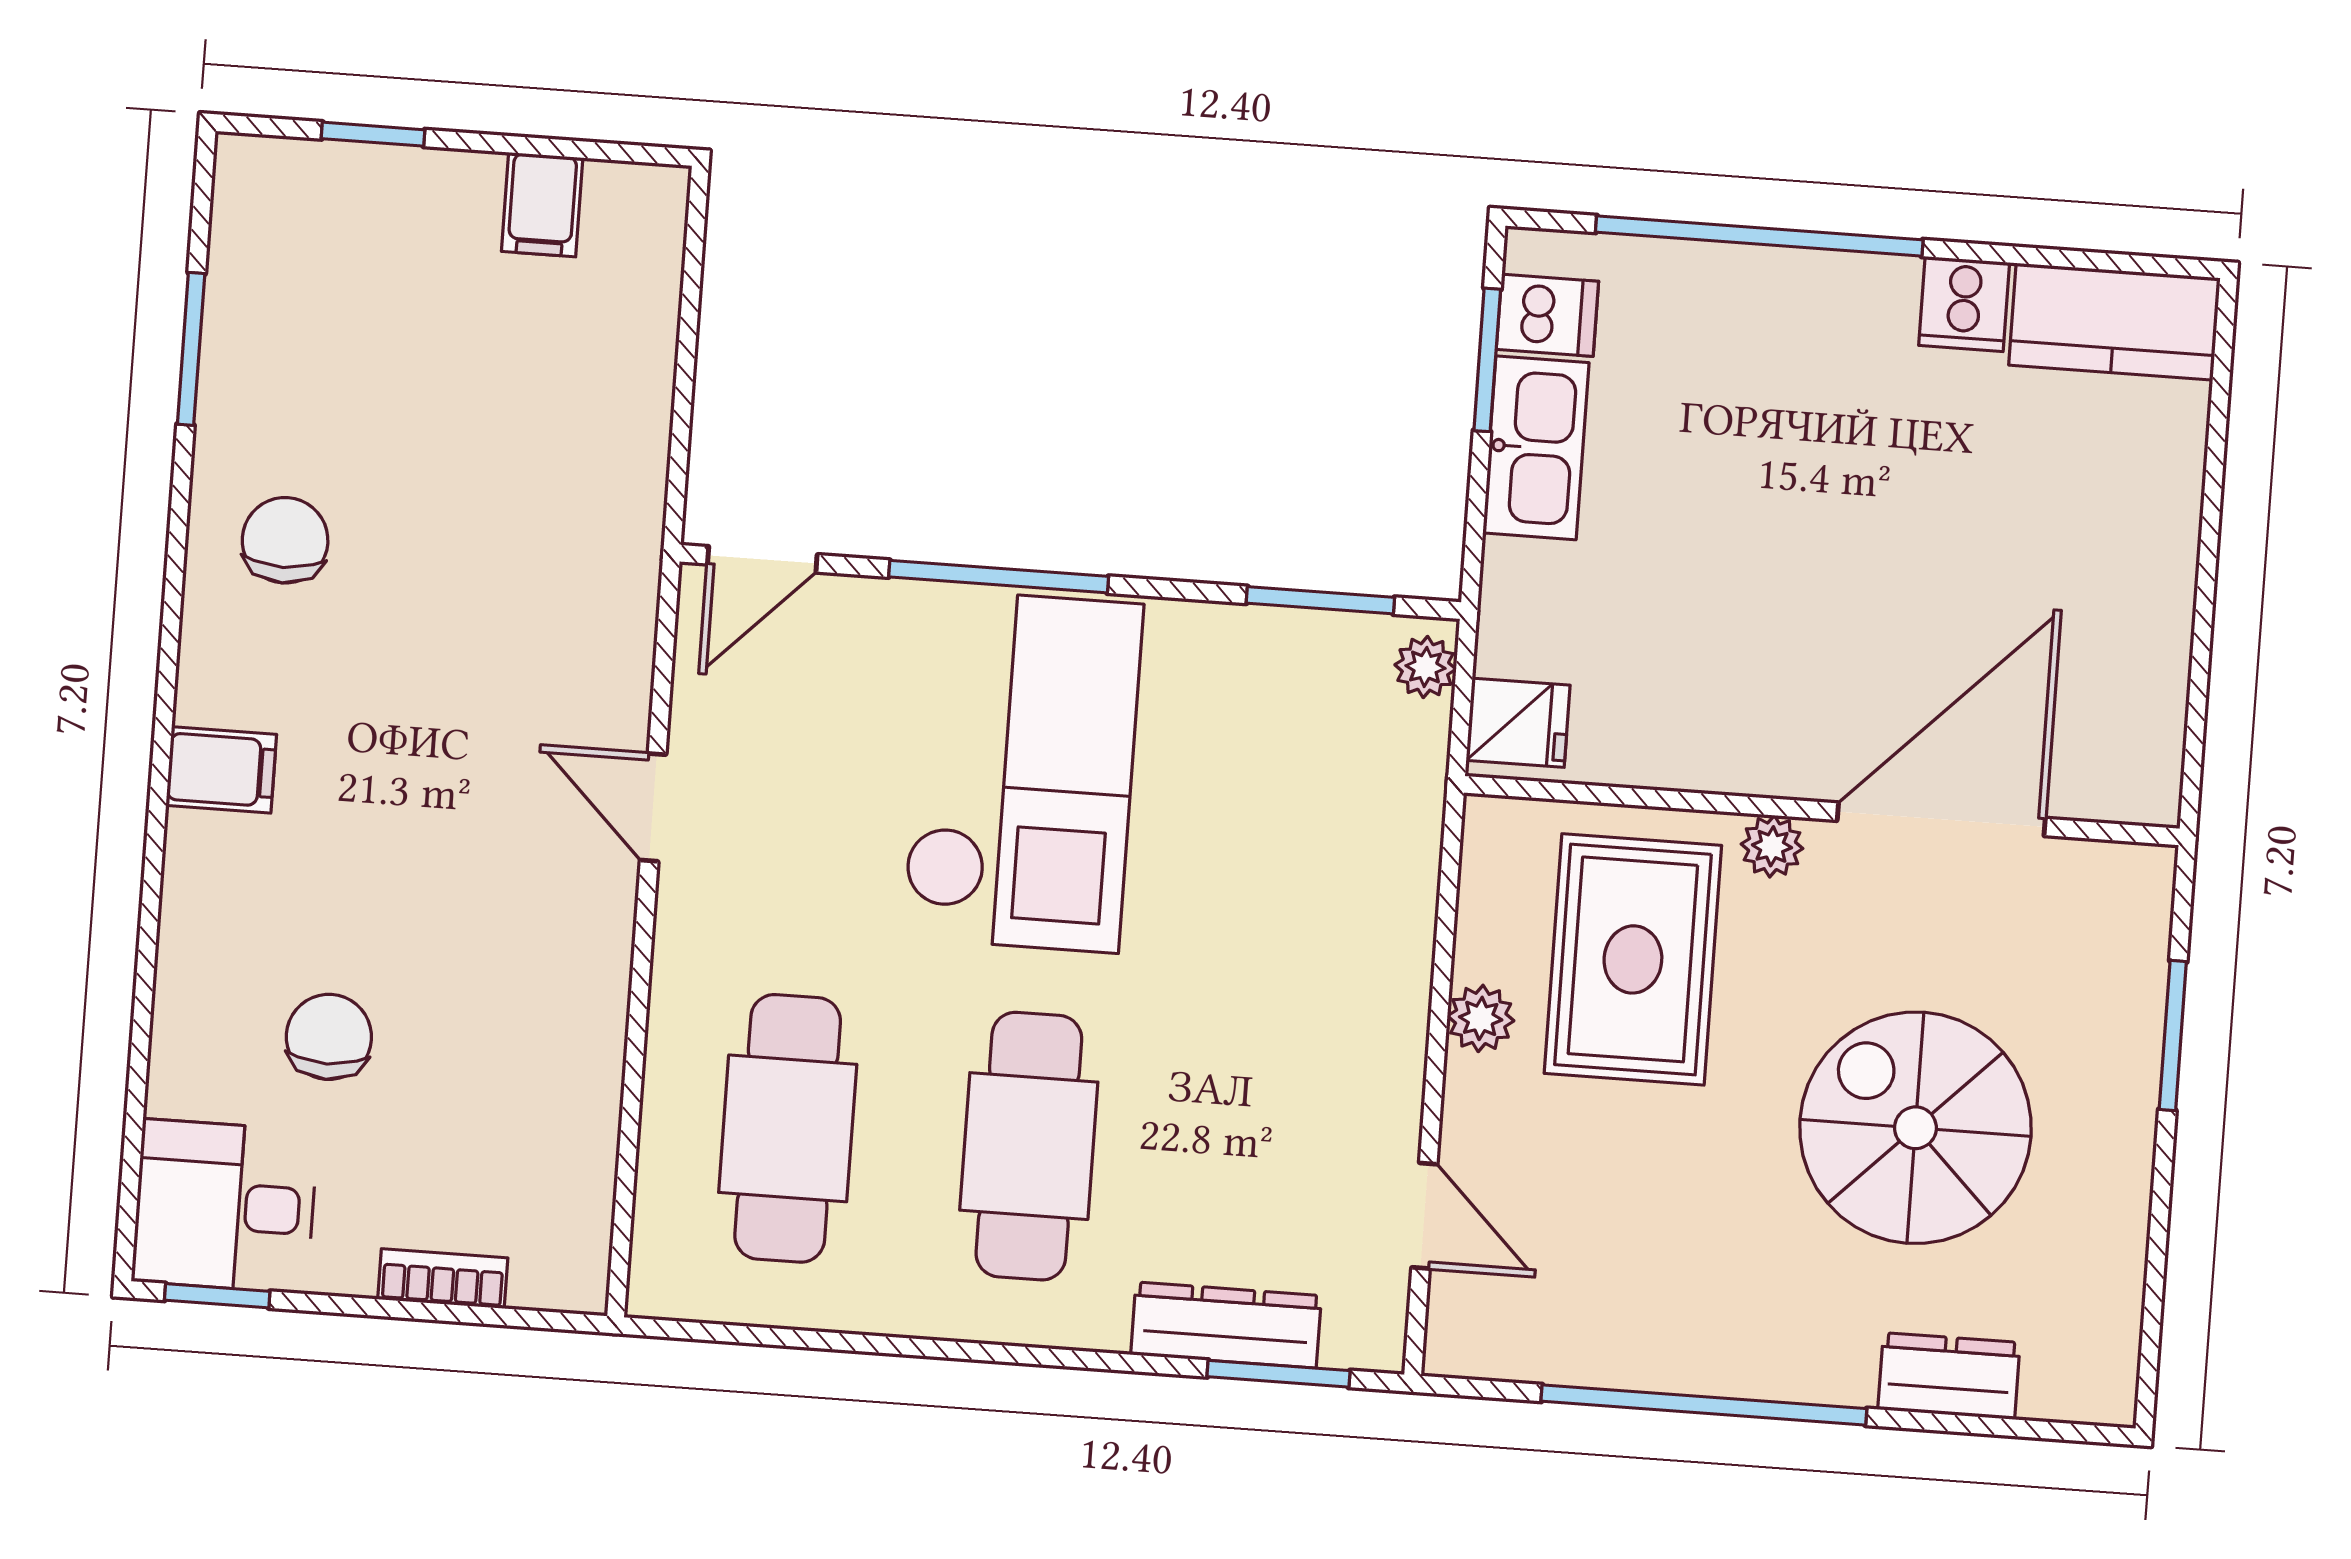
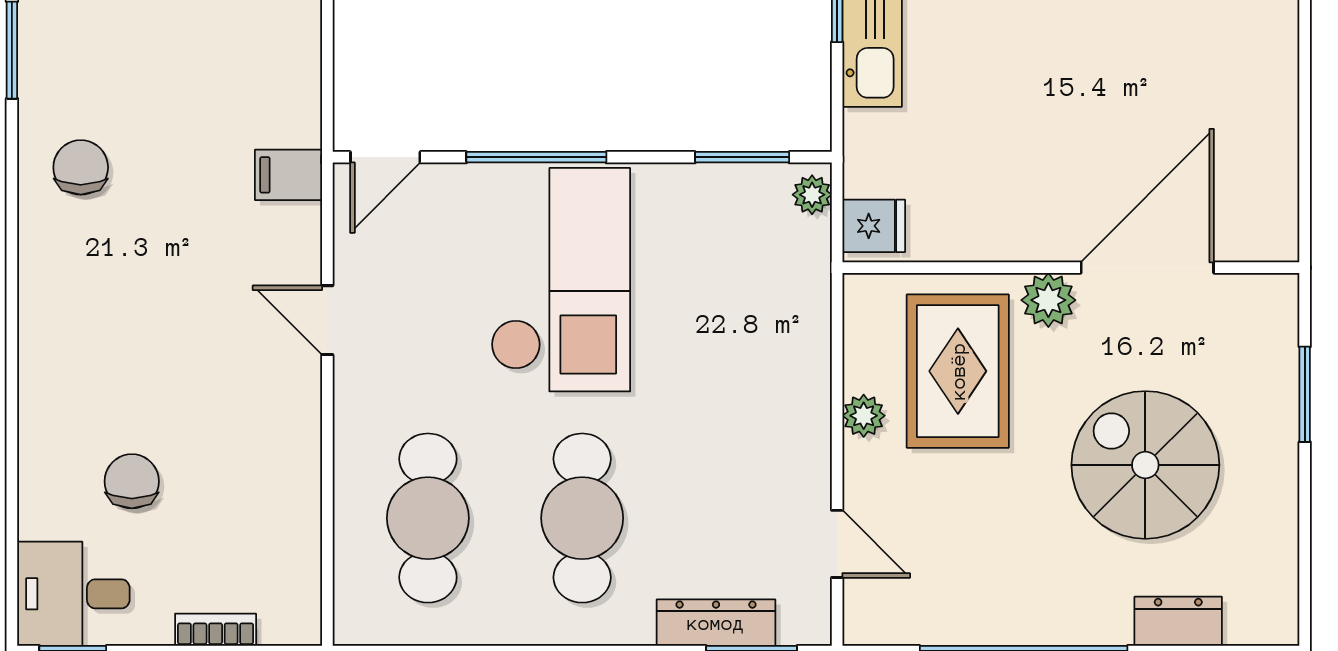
filing cabinet: (221, 770) -> (288, 175), moved, turned 180
plant: (1772, 846) -> (1048, 300), width x1.38, depth x1.38

